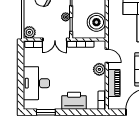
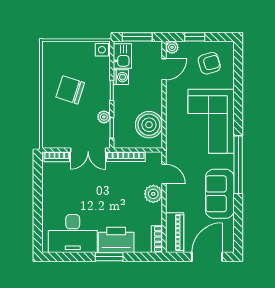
plant: (29, 32) -> (51, 140), removed
desk: (36, 83) -> (73, 234), moved, turned -90
piano: (114, 83) -> (175, 233), moved
window: (46, 112) -> (109, 257), moved

